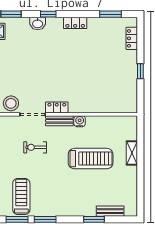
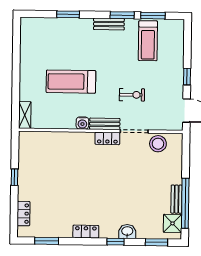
shelving: (132, 153) -> (25, 115), moved
bench: (110, 211) -> (109, 24), moved

